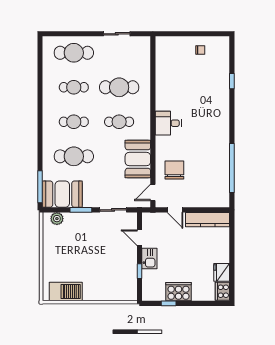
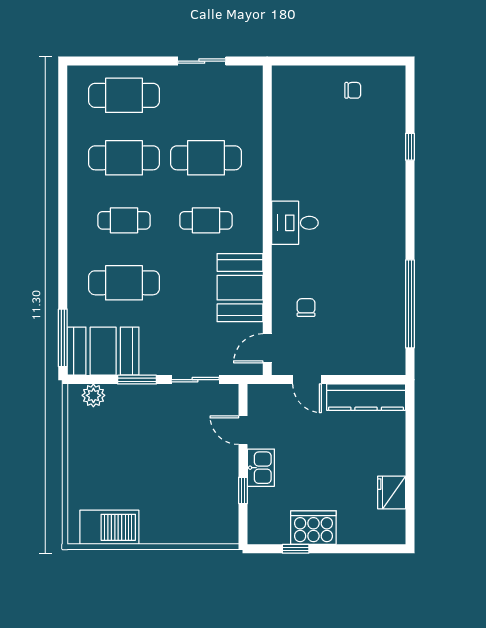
cafe table: (74, 87) -> (124, 158), width x1.37, depth x1.35
chair: (174, 170) -> (306, 308), width x0.54, depth x0.54
cooker: (222, 291) -> (393, 527), removed

